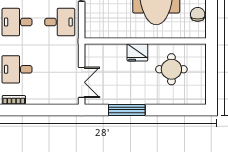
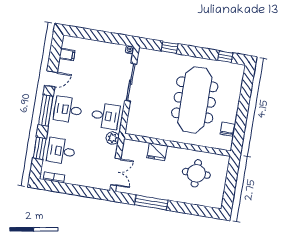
plant: (72, 45) -> (113, 138), added
fridge: (137, 52) -> (157, 152), moved

